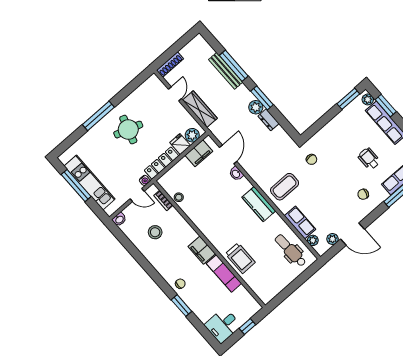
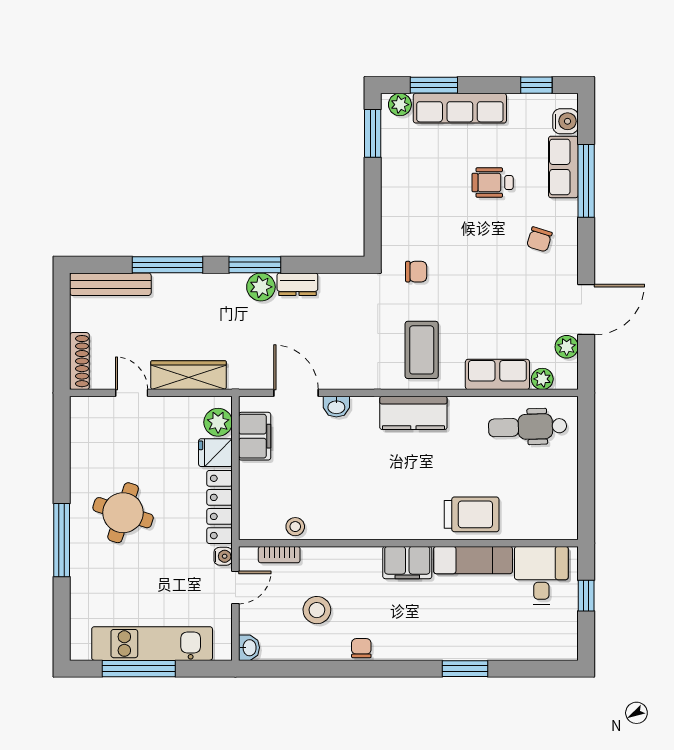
bench: (226, 71) -> (110, 284), moved
chair: (180, 284) -> (361, 648), moved
desk: (223, 325) -> (541, 575), moved, turned 180

